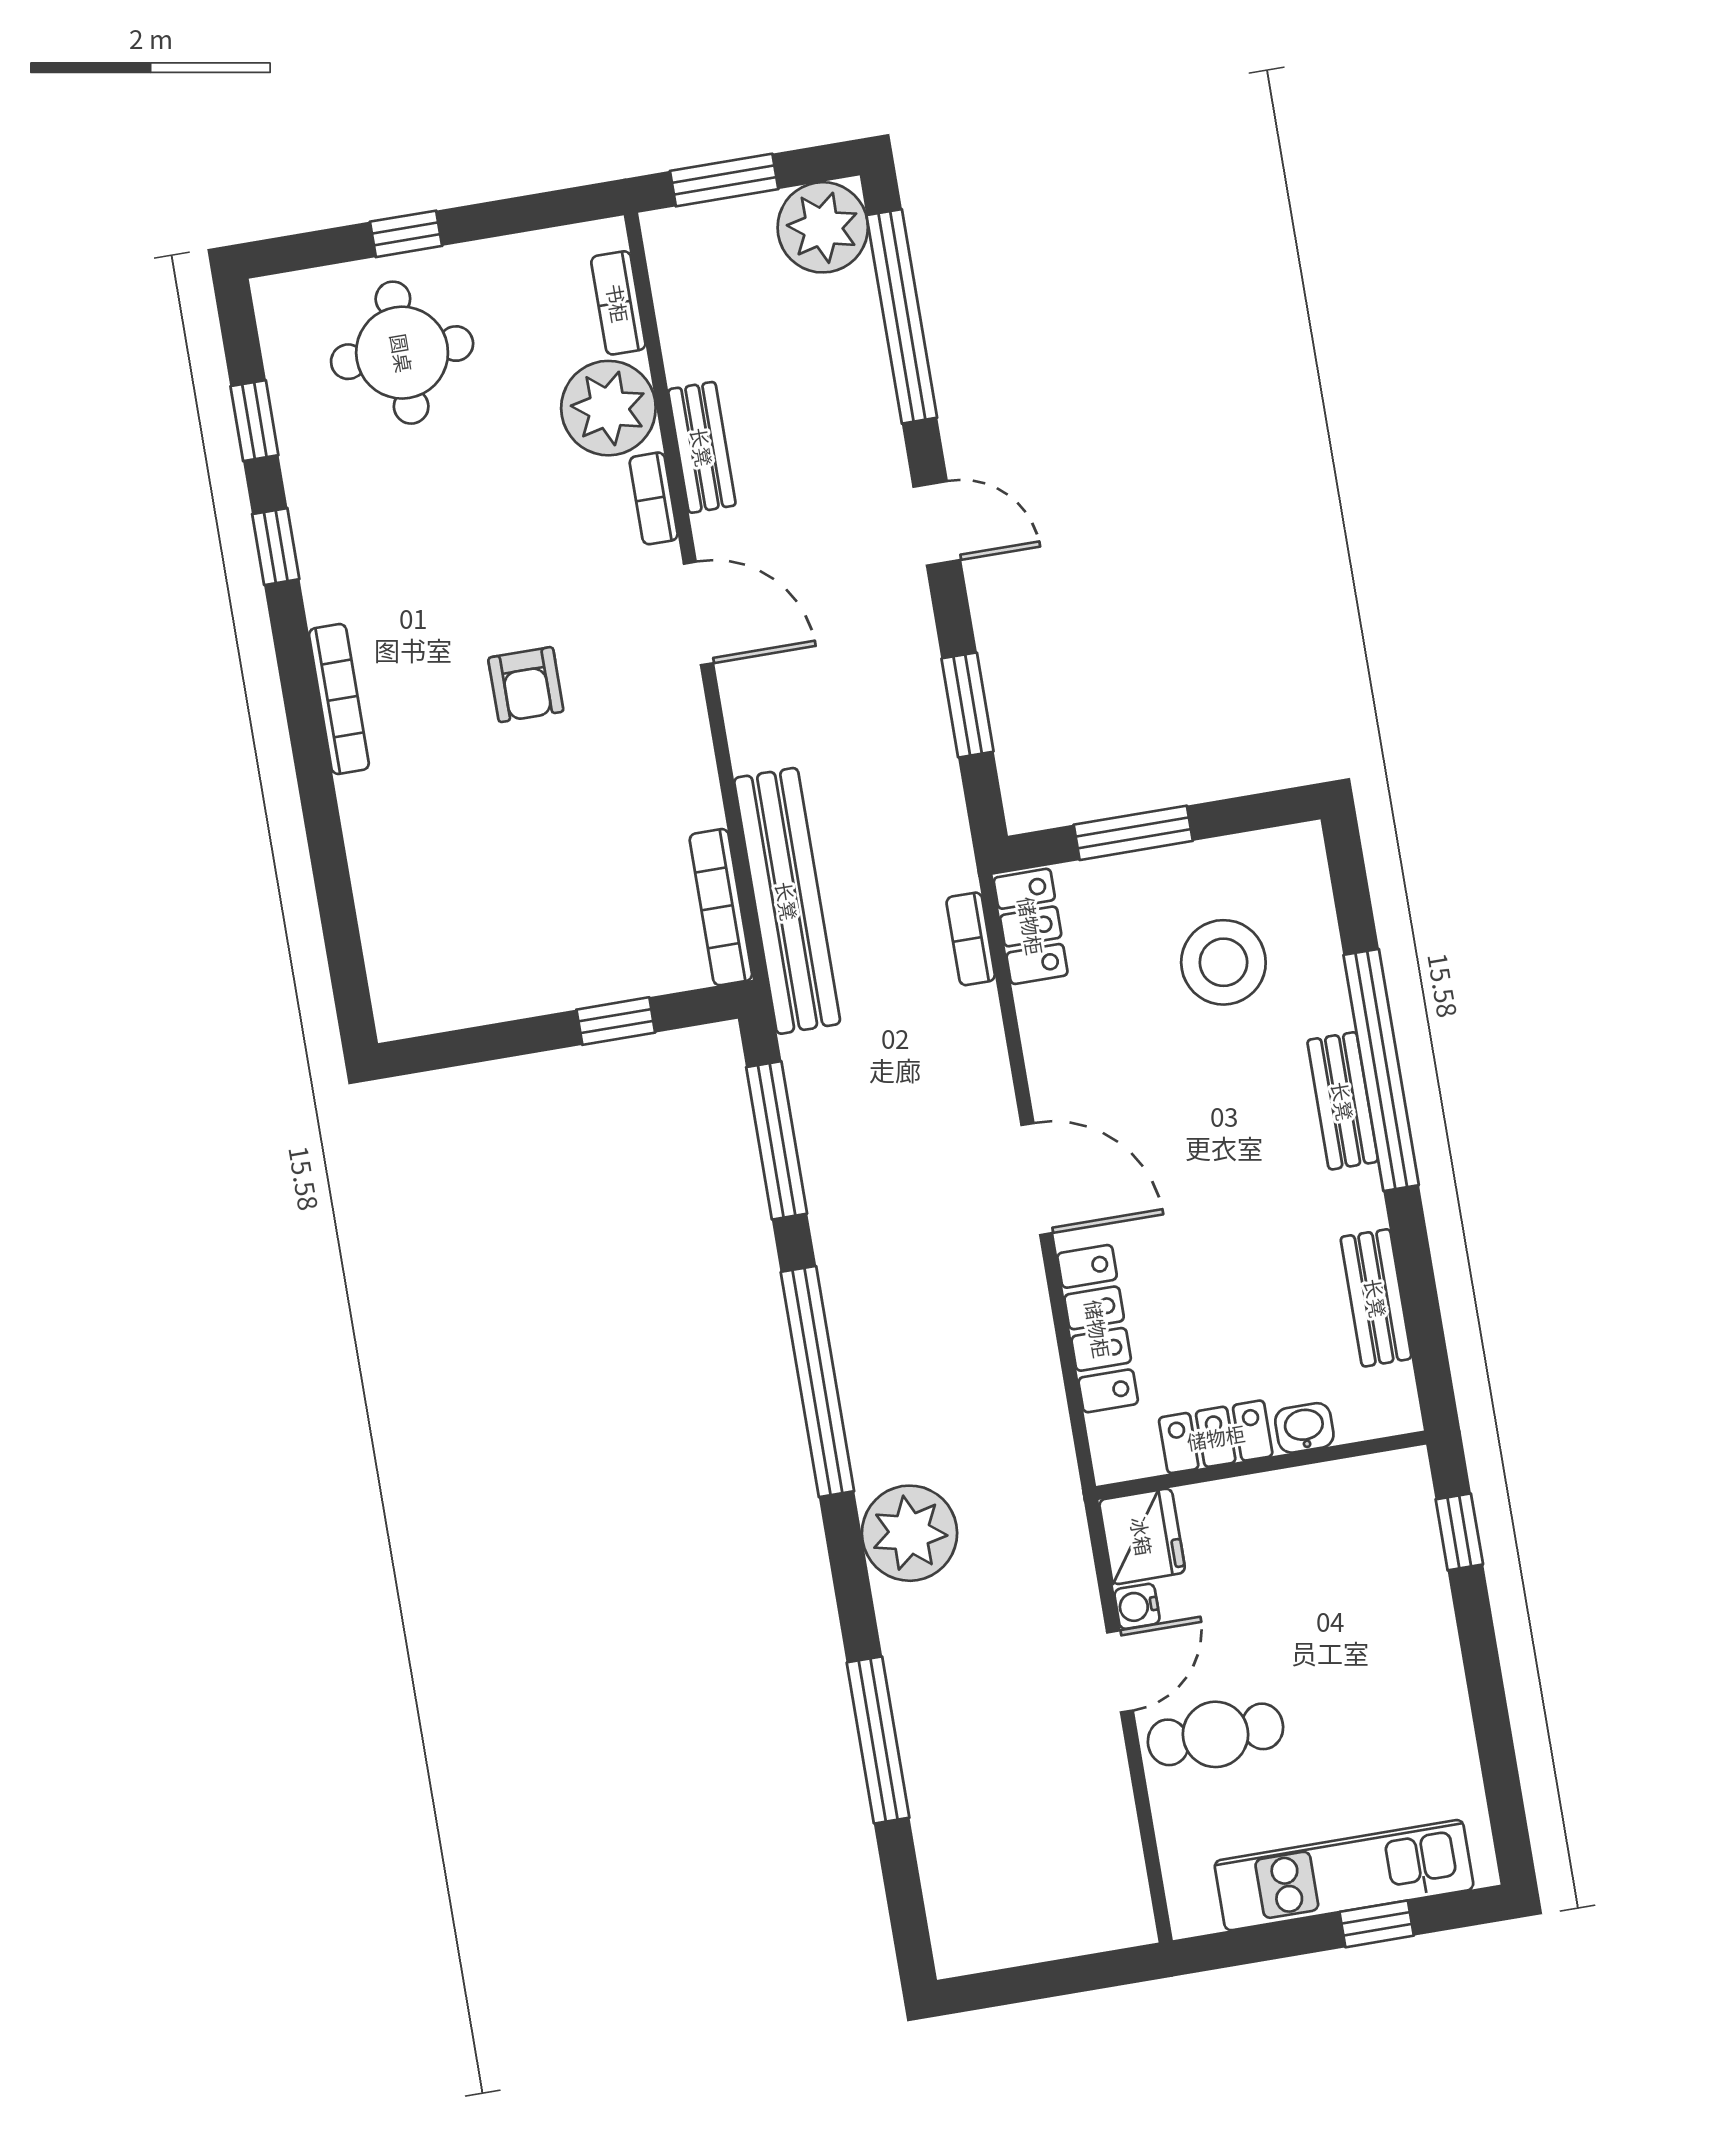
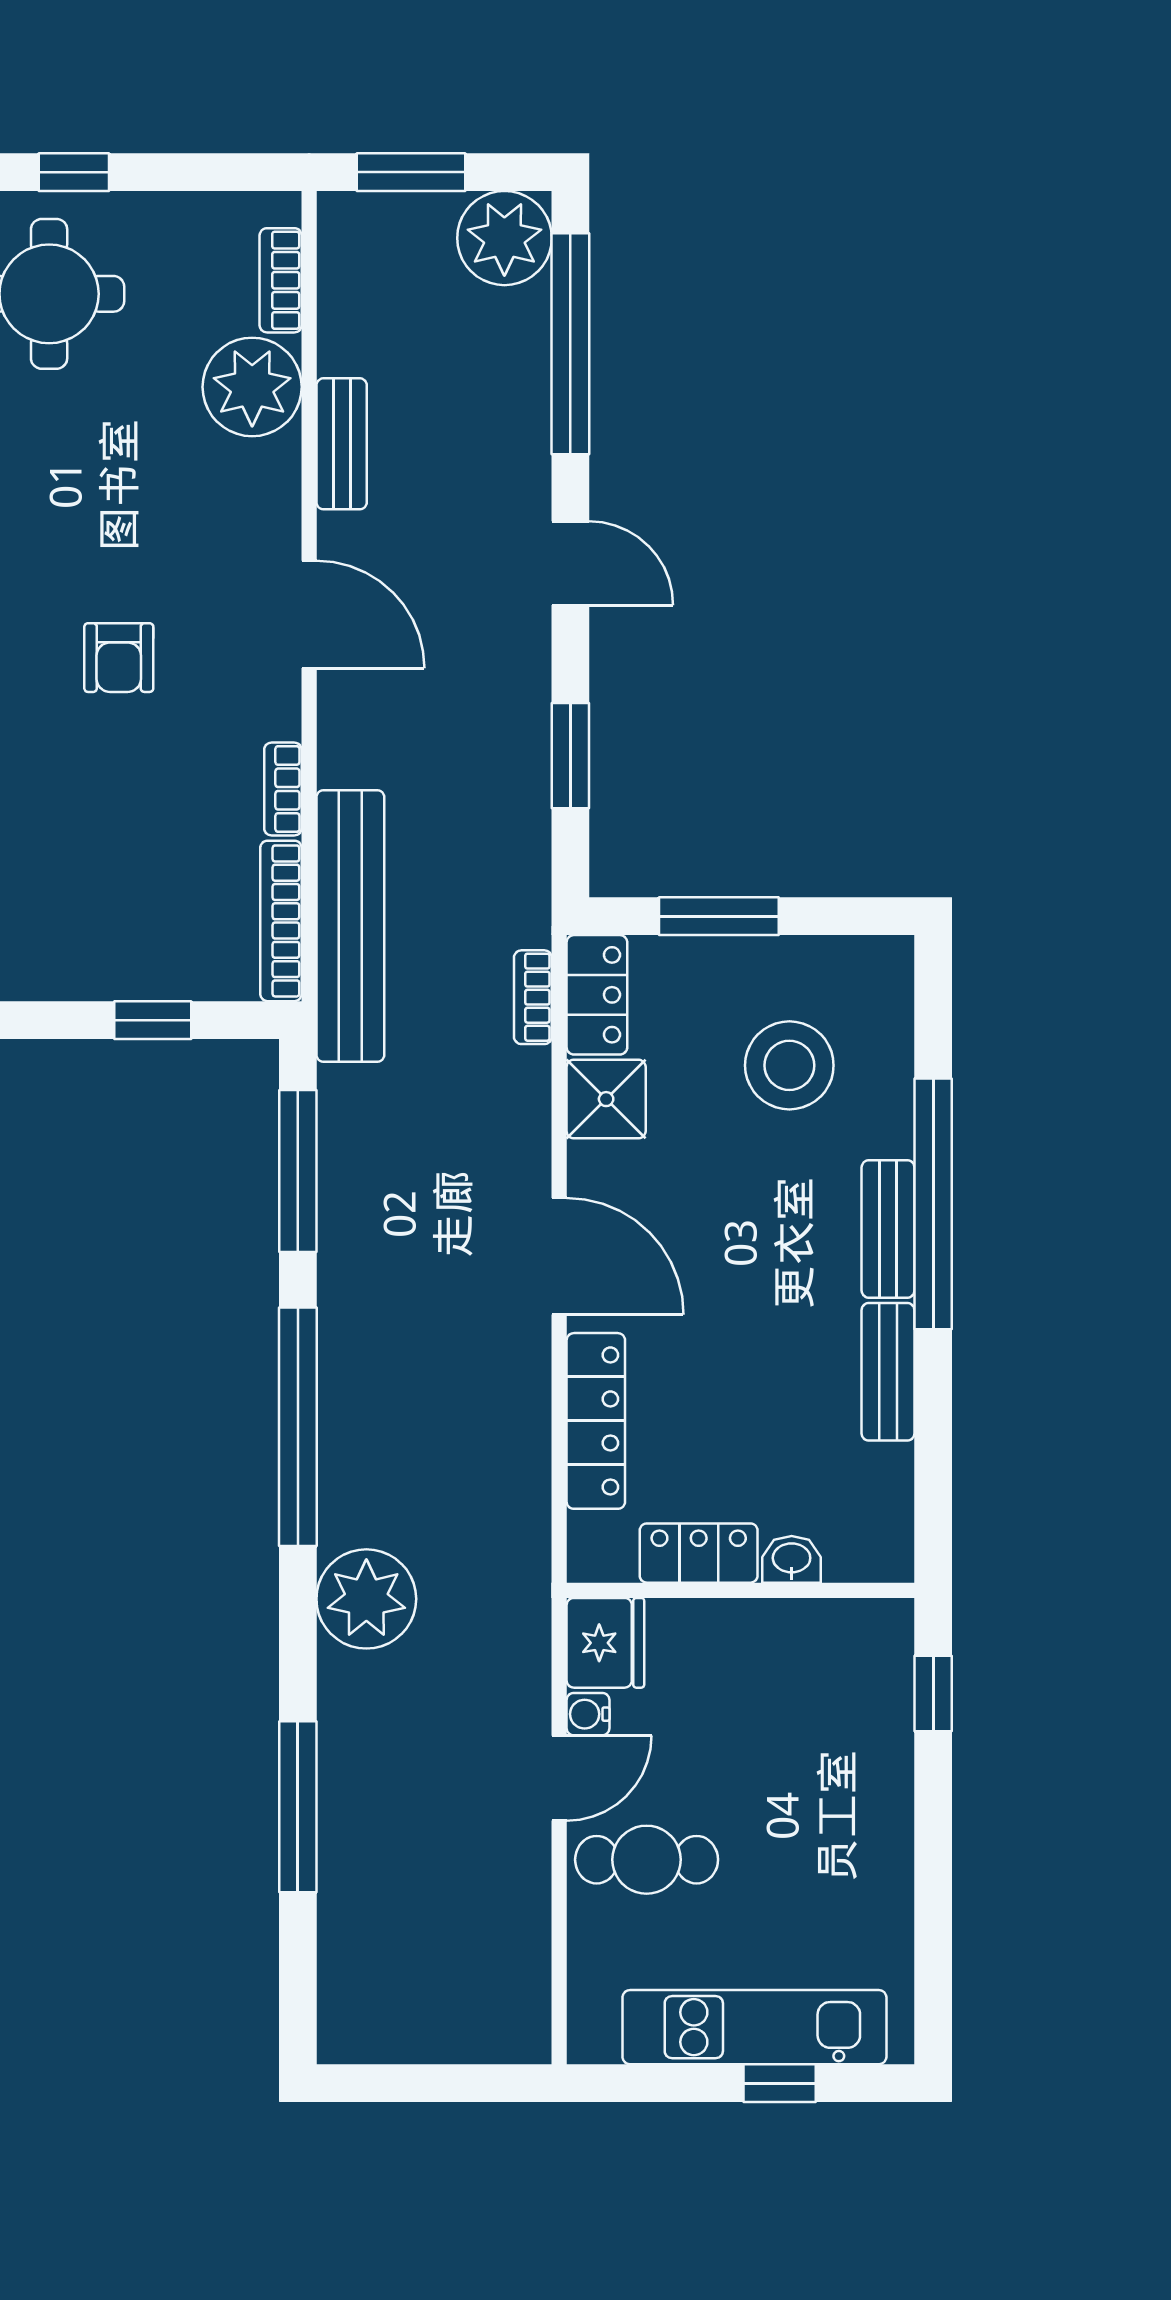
bookcase: (654, 498) -> (283, 789), moved
shower: (1056, 1023) -> (606, 1099), added
bench: (1376, 1298) -> (888, 1372), moved

